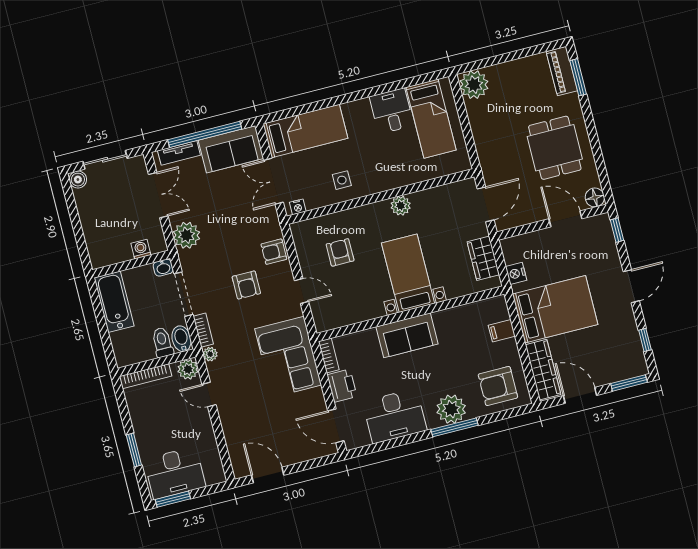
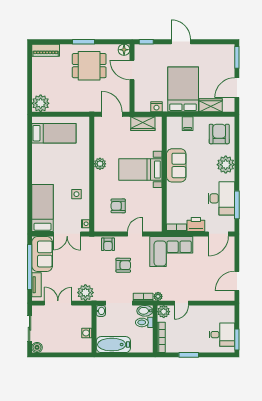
window: (578, 77) -> (83, 42), moved
desk: (392, 111) -> (44, 155), removed
door: (565, 219) -> (132, 70), hinge flipped
washing machine: (141, 249) -> (87, 333), moved
sofa: (407, 335) -> (176, 165), moved
window: (645, 340) -> (214, 42), removed
wardrobe: (543, 370) -> (211, 105), width x0.67
armchair: (498, 386) -> (219, 134), turned 180
window: (455, 427) -> (237, 205), moved
window: (134, 450) -> (189, 355), moved
desk: (175, 473) -> (222, 335), width x0.73

